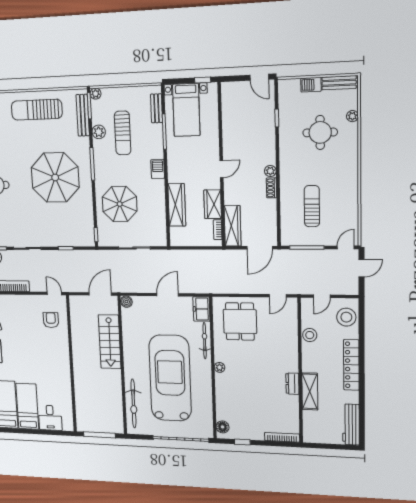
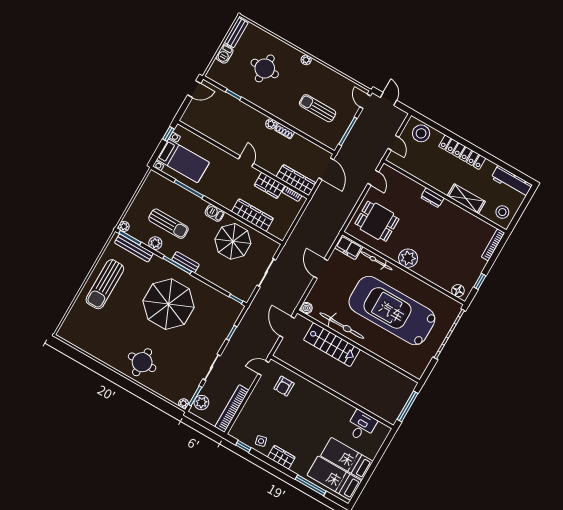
bench: (156, 108) -> (186, 262), moved
plant: (352, 116) -> (306, 60), moved
parasol: (120, 204) -> (233, 241), moved
armchair: (51, 320) -> (284, 386), turned -90
stool: (310, 335) -> (502, 212), moved
plant: (220, 367) -> (408, 258), width x1.88, depth x1.88
dresser: (292, 384) -> (432, 198), moved
bicycle: (133, 404) -> (342, 326), moved
desk: (50, 418) -> (361, 426), moved, turned -90

